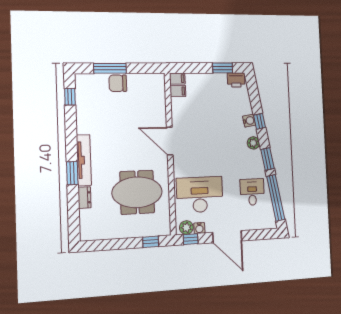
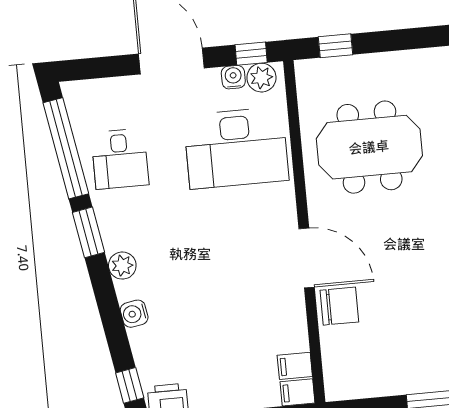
chair: (118, 83) -> (339, 306), moved
window: (260, 121) -> (130, 385), moved

